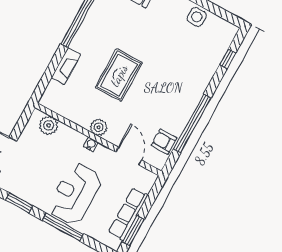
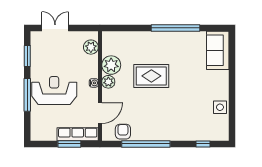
fireplace: (66, 66) -> (138, 37), removed
plant: (81, 114) -> (111, 65), added
row of seats: (128, 214) -> (78, 134), moved
window: (133, 231) -> (69, 144), moved

